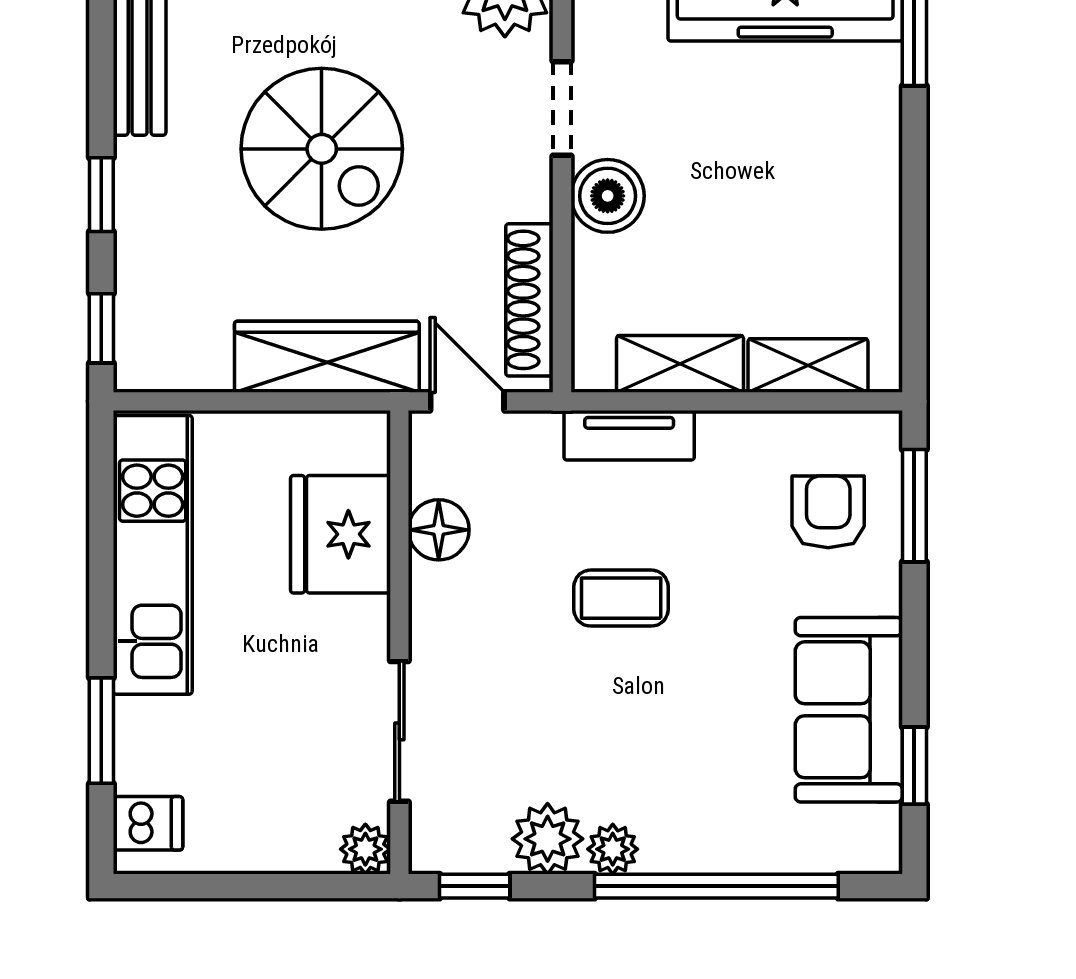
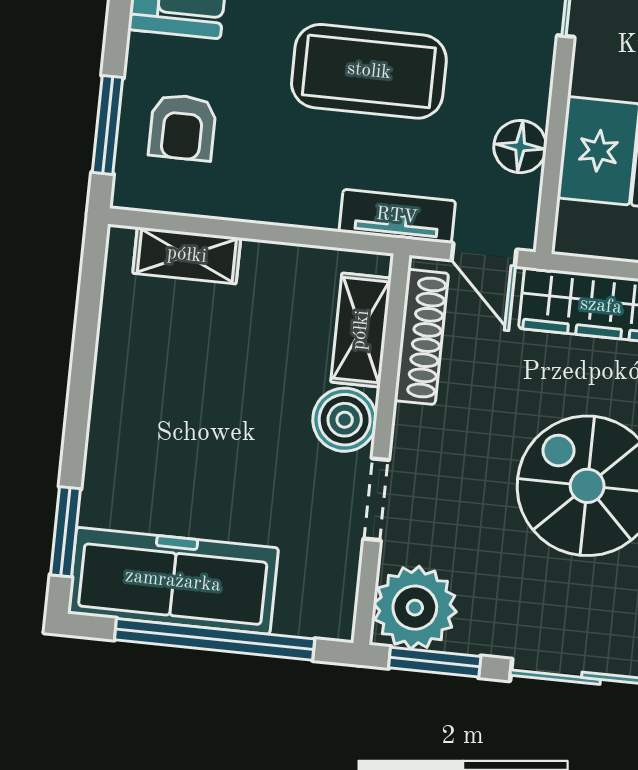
shelving: (680, 364) -> (361, 330), moved, turned 90
tv unit: (629, 435) -> (397, 216), moved
coffee table: (621, 598) -> (369, 71), width x1.86, depth x1.72

